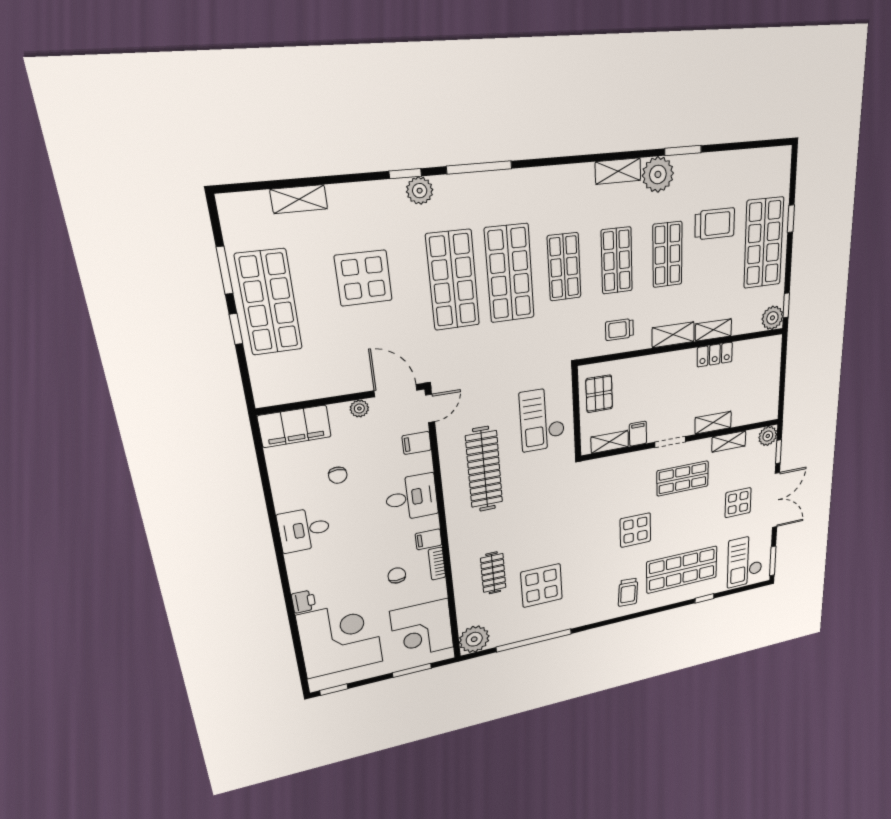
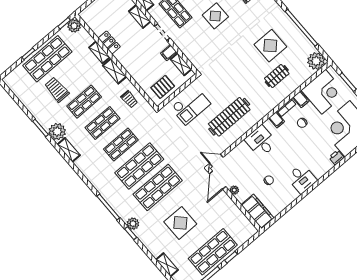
filing cabinet: (417, 443) -> (301, 99), moved

